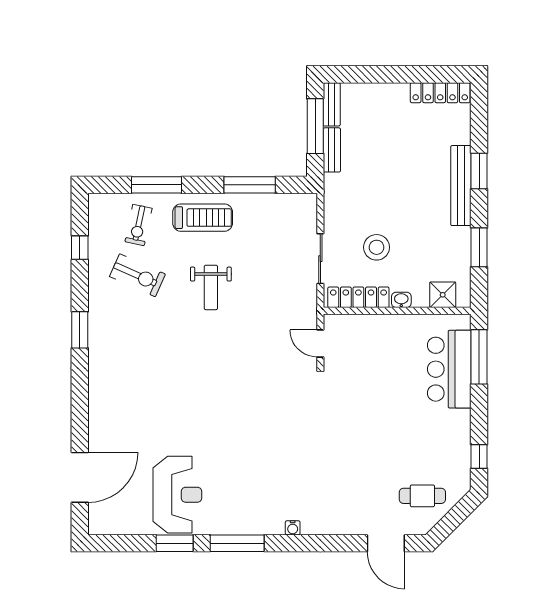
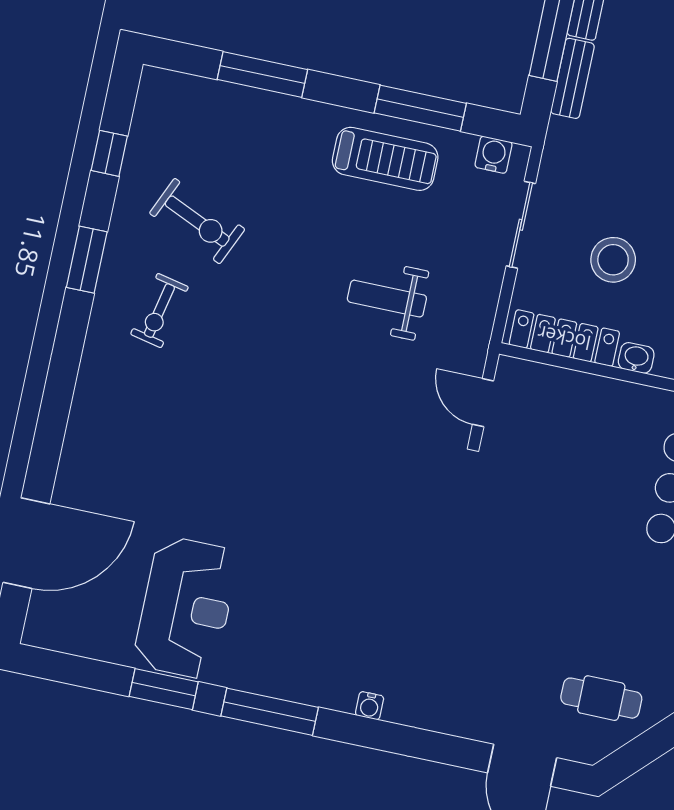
water cooler: (297, 202) -> (493, 155), added
treadmill: (203, 218) -> (385, 159), moved
exercise bike: (139, 225) -> (159, 311), moved
sliding door: (320, 259) -> (521, 225), moved
weight bench: (211, 287) -> (387, 299), moved, turned 90
window: (80, 330) -> (87, 260), moved

